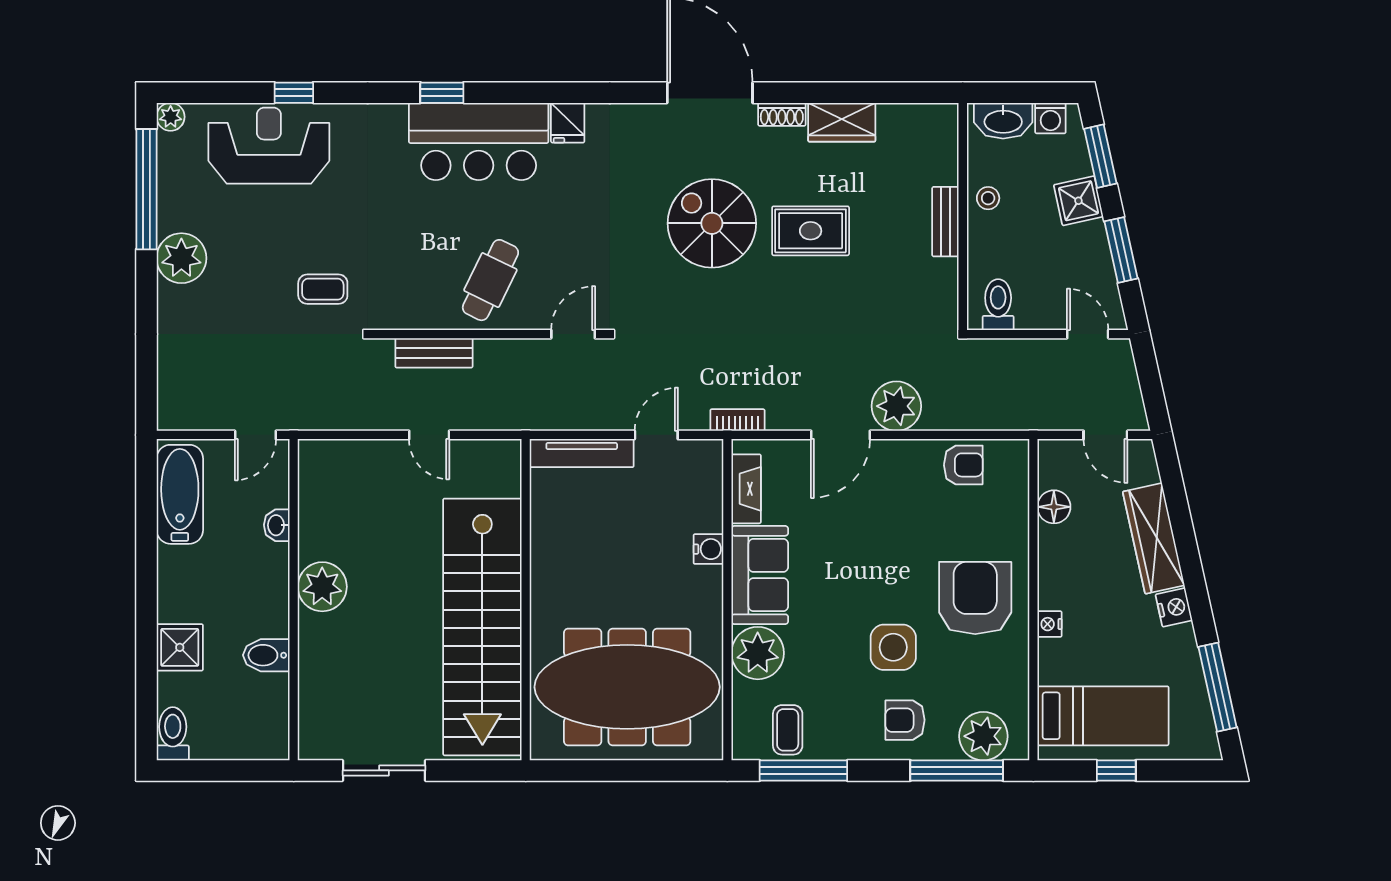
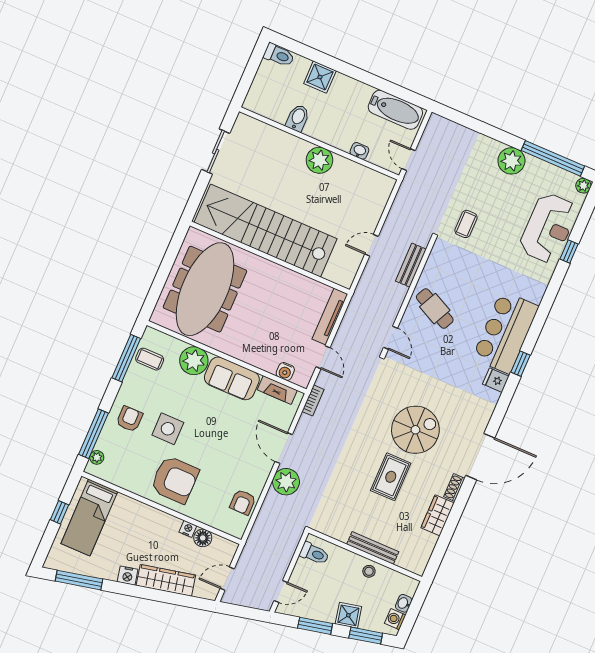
window: (442, 93) -> (521, 364), moved
washbasin: (1003, 121) -> (404, 603), width x0.52, depth x0.69
bench: (945, 222) -> (373, 548), width x1.36
water cooler: (708, 549) -> (285, 371), moved
nightstand: (1050, 624) -> (188, 529), moved
plant: (983, 736) -> (97, 457), width x0.53, depth x0.53

